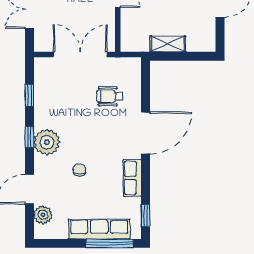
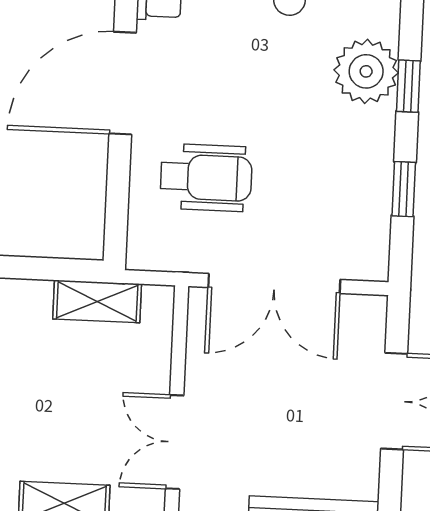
shelving: (168, 44) -> (97, 301), moved
wheelchair: (110, 96) -> (206, 178), width x1.36, depth x1.37

